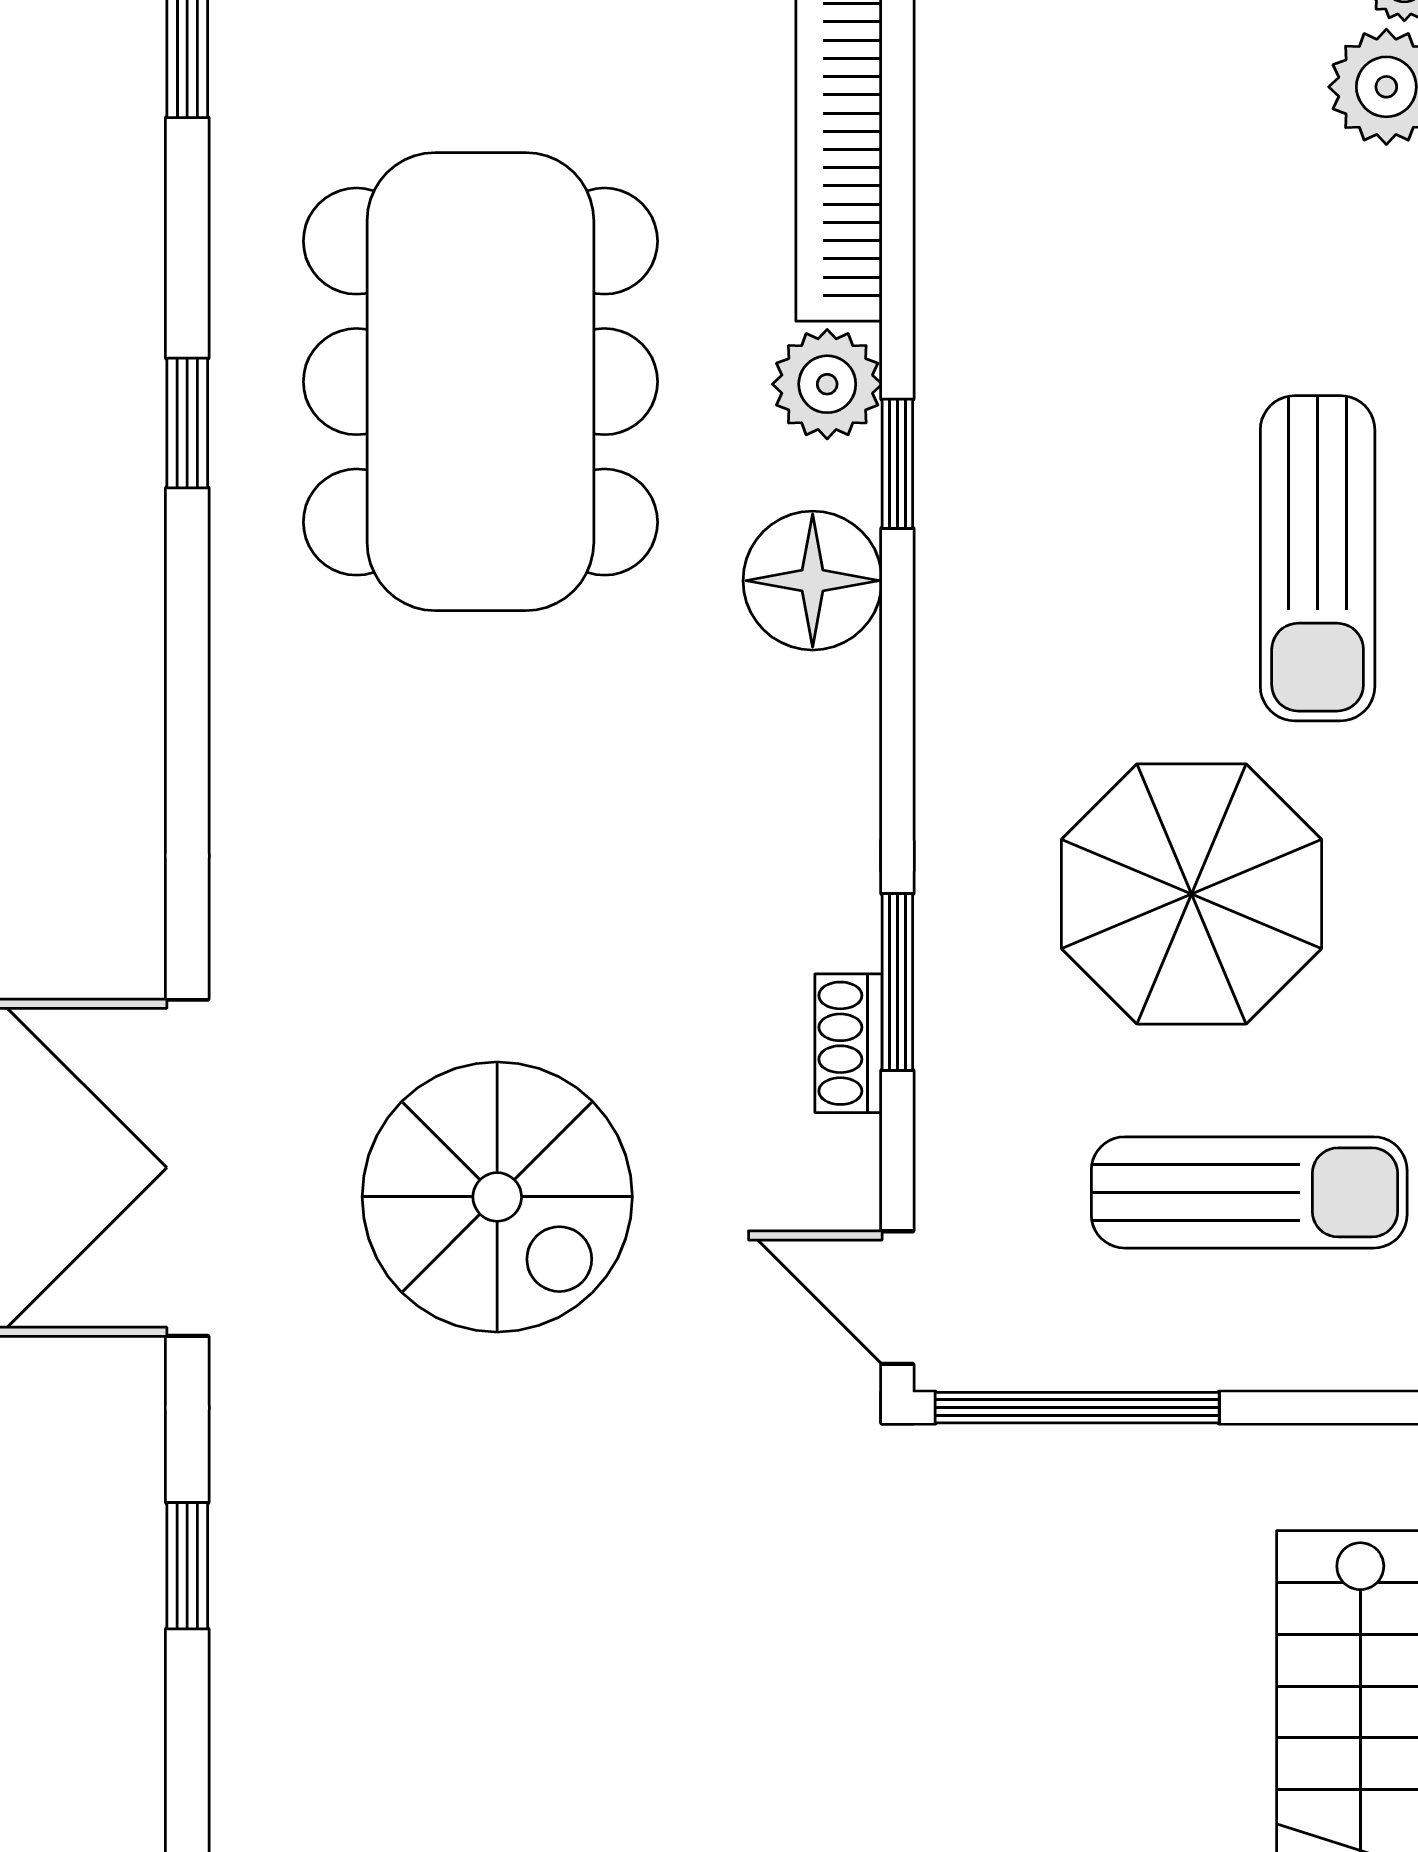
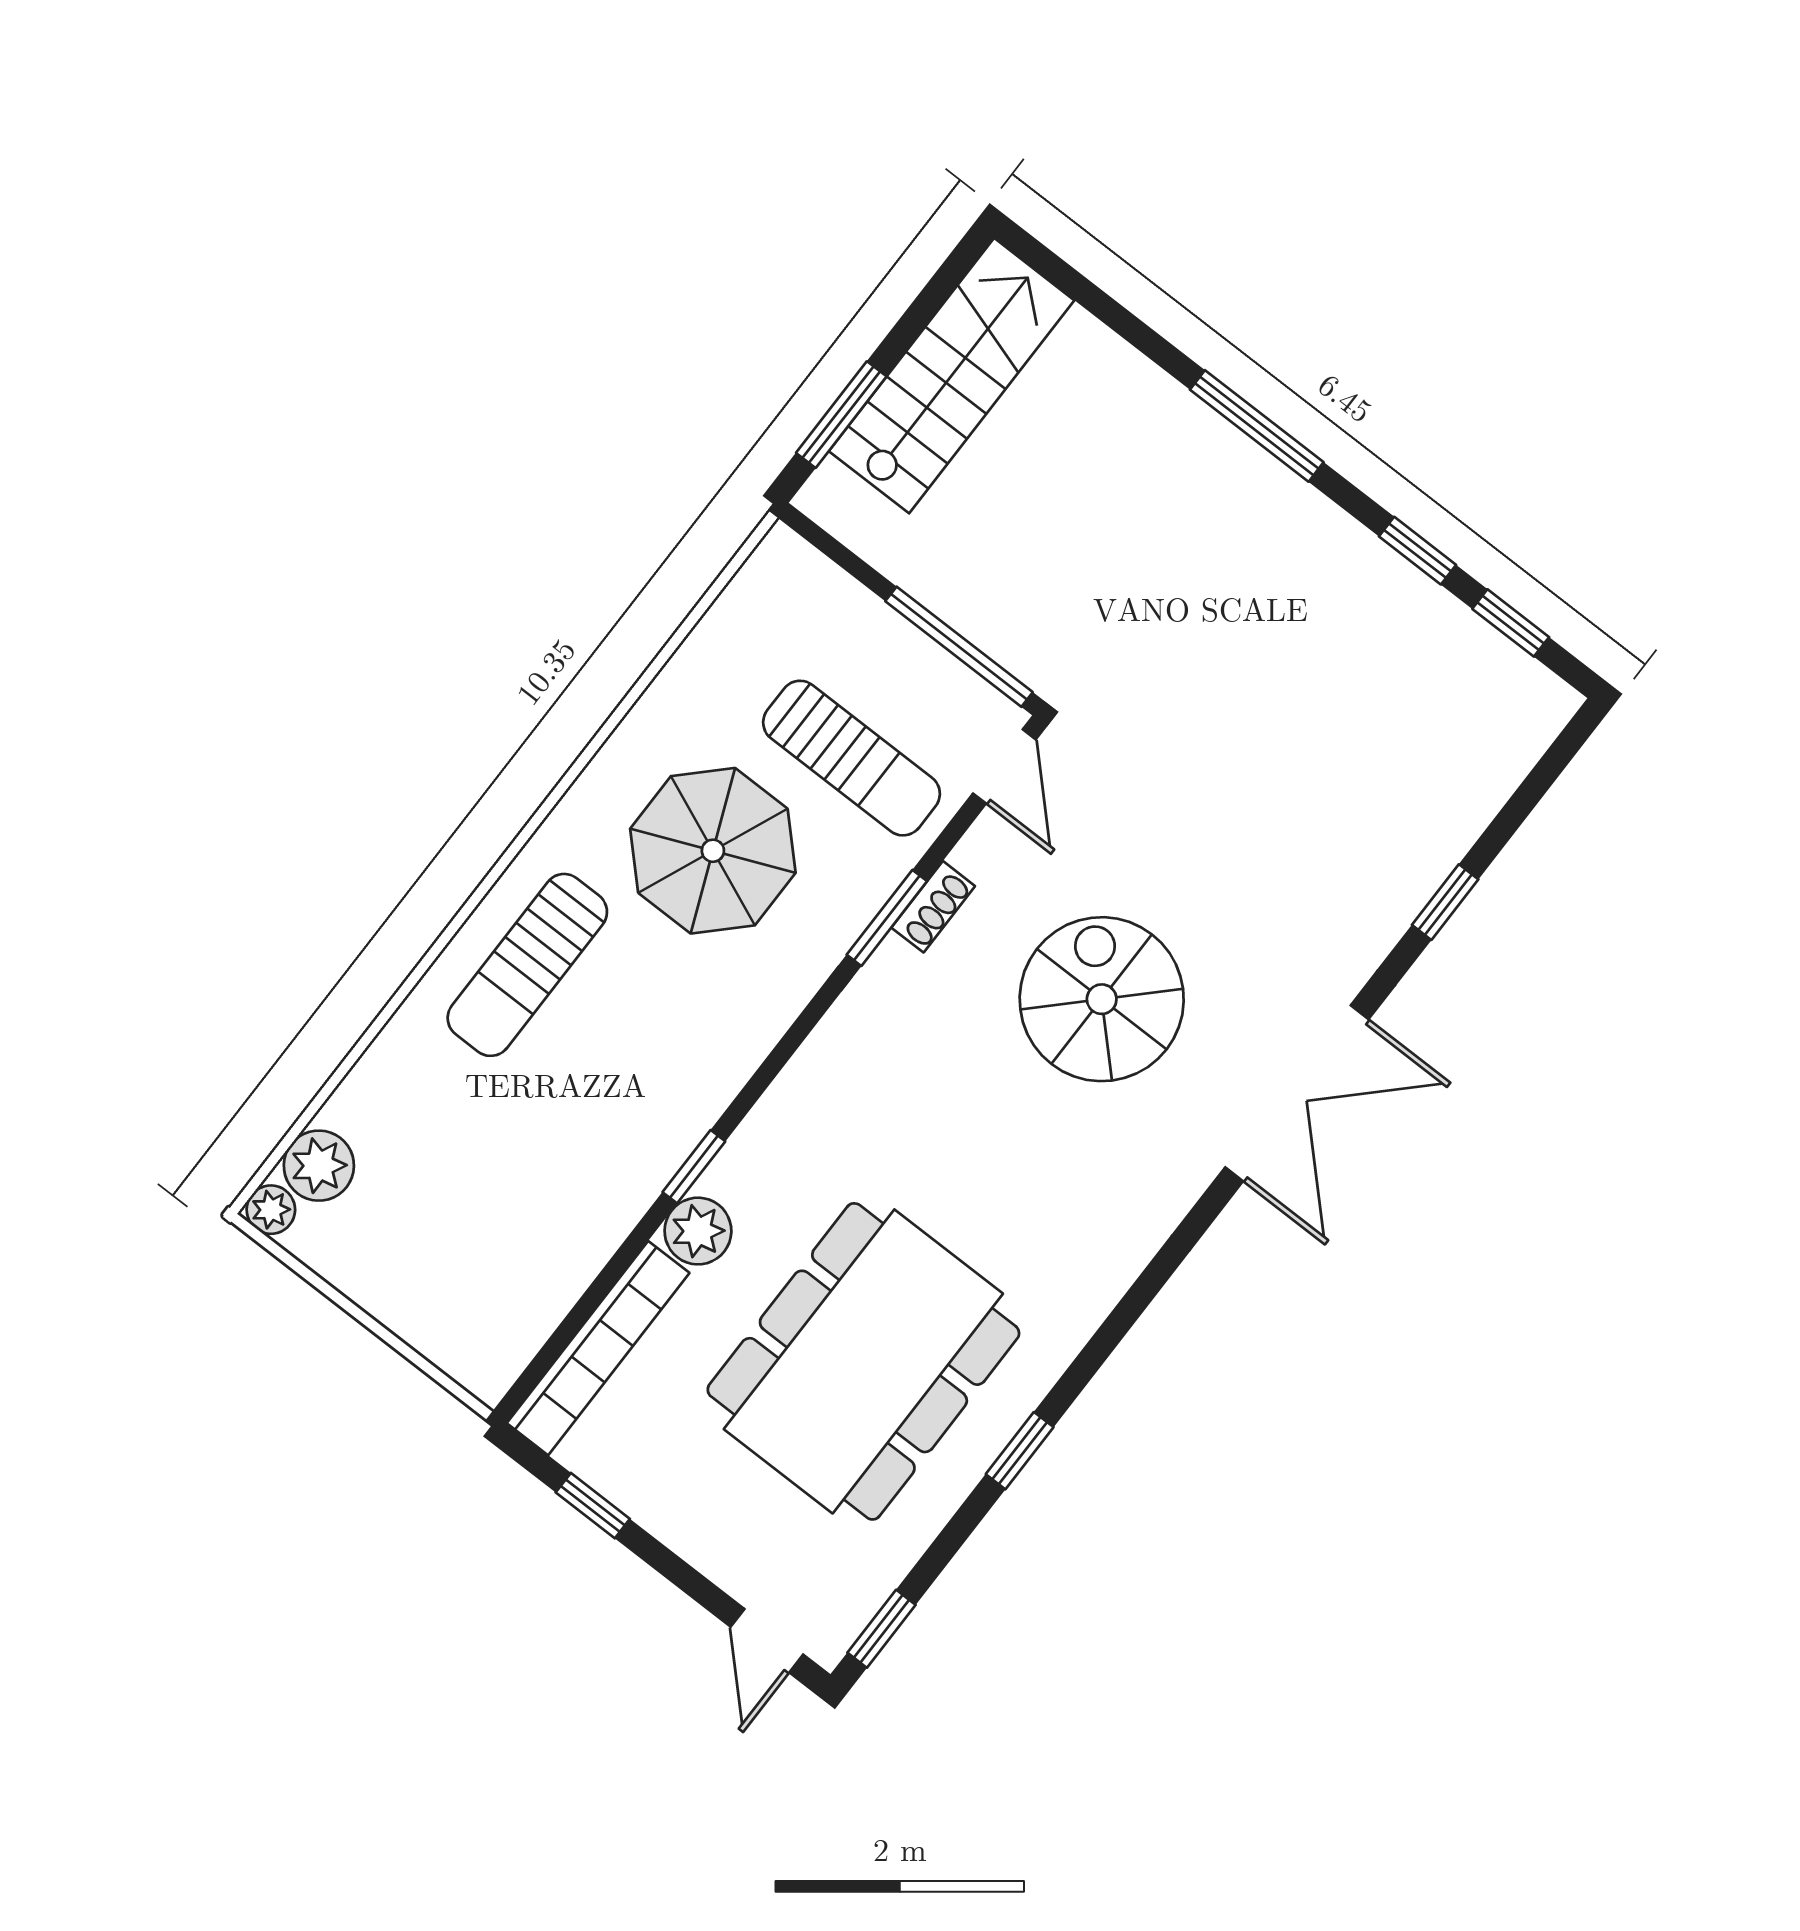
sun lounger: (1318, 558) -> (527, 965), turned 180
floor lamp: (813, 581) -> (778, 1142), removed
sun lounger: (1249, 1192) -> (852, 758), moved, turned 180
spiral stairs: (497, 1197) -> (1102, 999), moved

